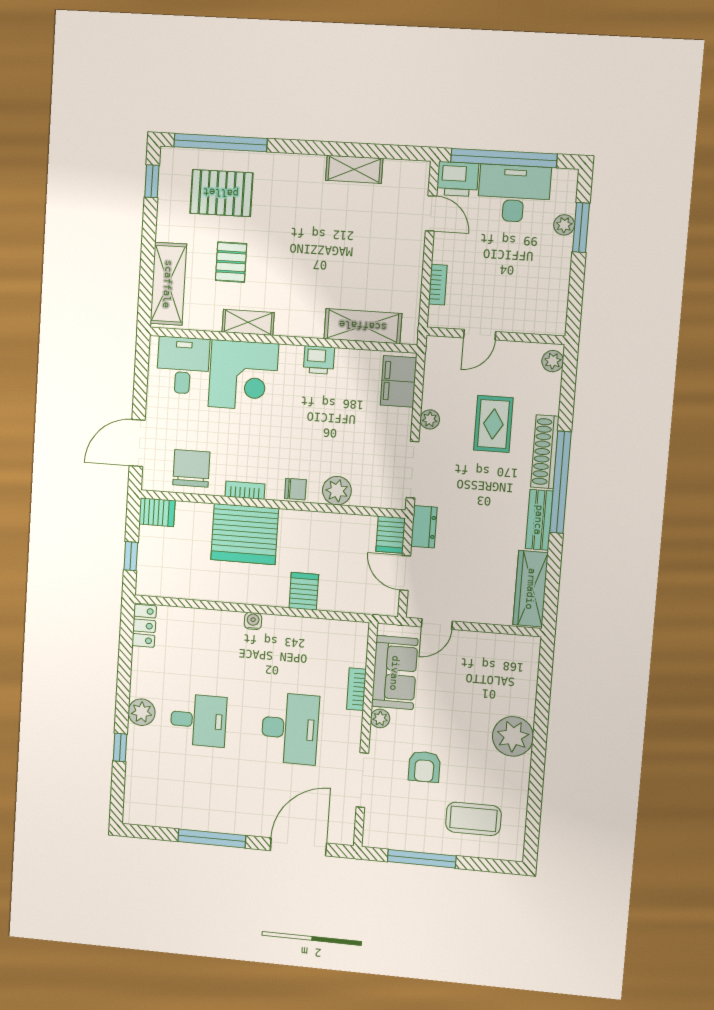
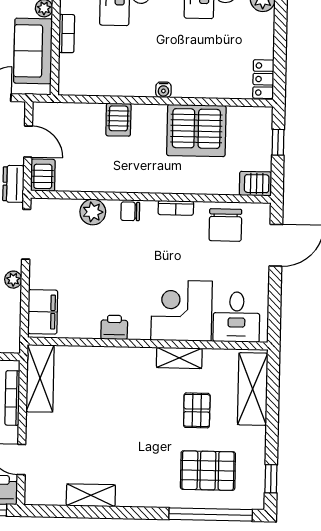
bookcase: (438, 285) -> (12, 398), width x1.56
shelving: (363, 326) -> (40, 378), moved, turned 90
server rack: (245, 534) -> (196, 131), moved, turned 180

